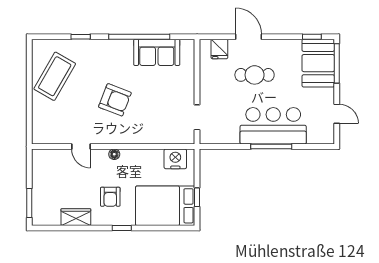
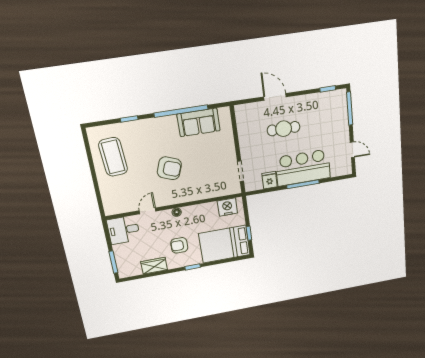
fridge: (219, 49) -> (270, 180), moved, turned 180
booth: (318, 63) -> (335, 111), removed
coffee table: (55, 76) -> (113, 157), turned -34
door: (81, 147) -> (148, 211), swing flipped
desk: (49, 165) -> (123, 230), added
armchair: (110, 197) -> (179, 245), turned 90

